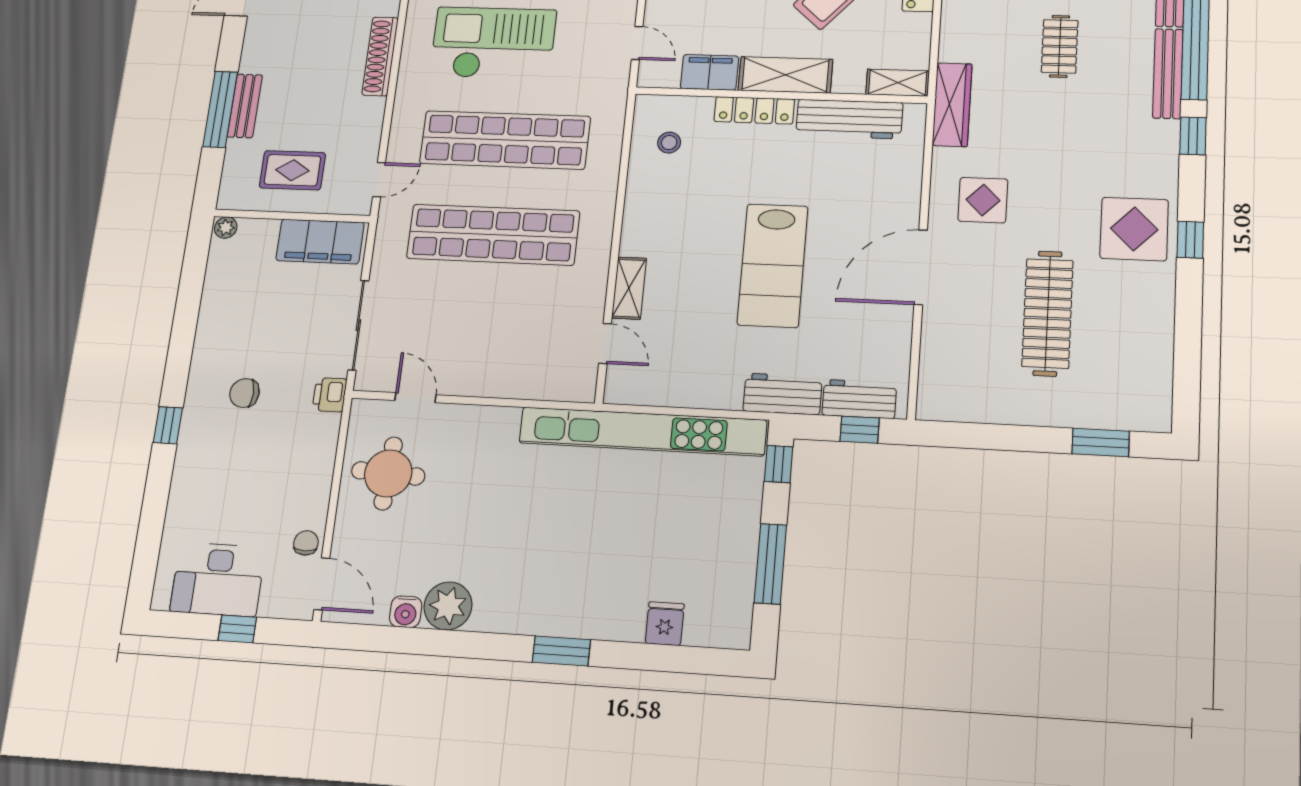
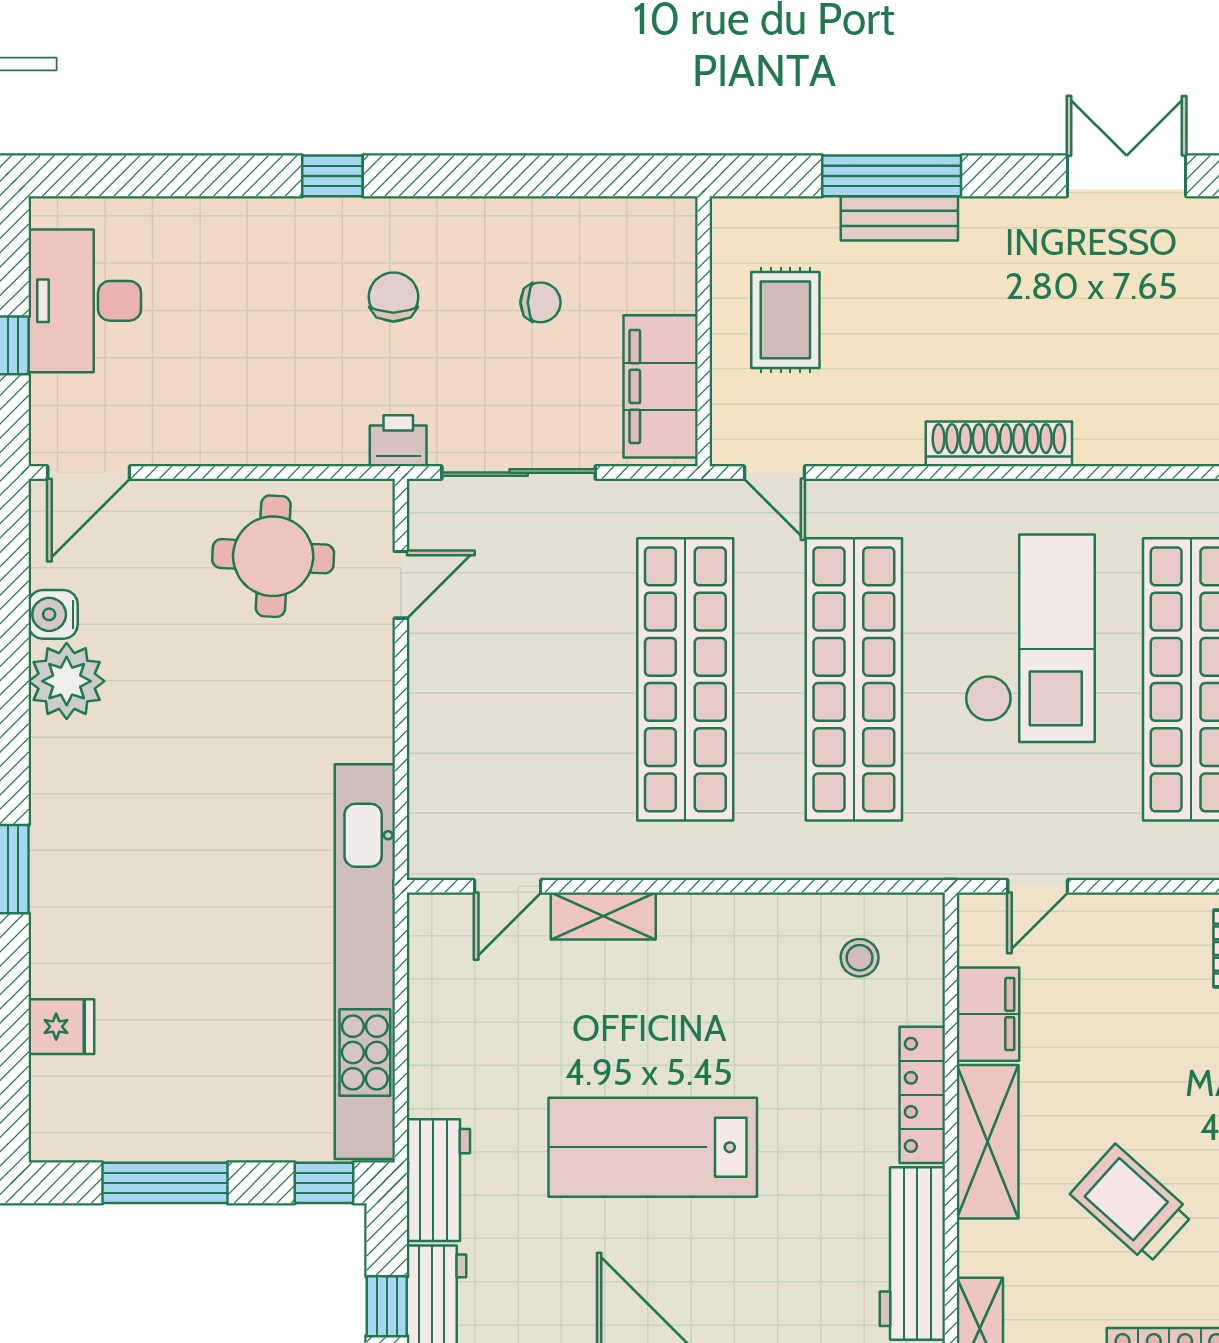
plant: (226, 228) -> (678, 220), removed
chair: (306, 543) -> (540, 302), moved

